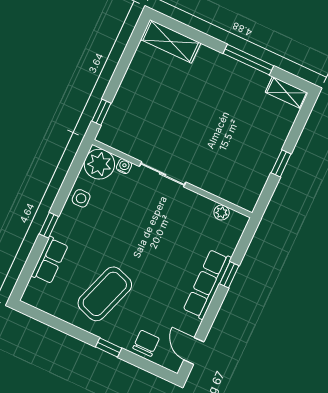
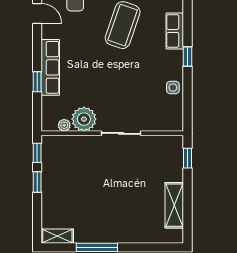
shelving: (171, 41) -> (174, 205), moved, turned 90
plant: (99, 164) -> (84, 119), moved
water cooler: (124, 166) -> (152, 126), removed
window: (266, 196) -> (37, 153), added

